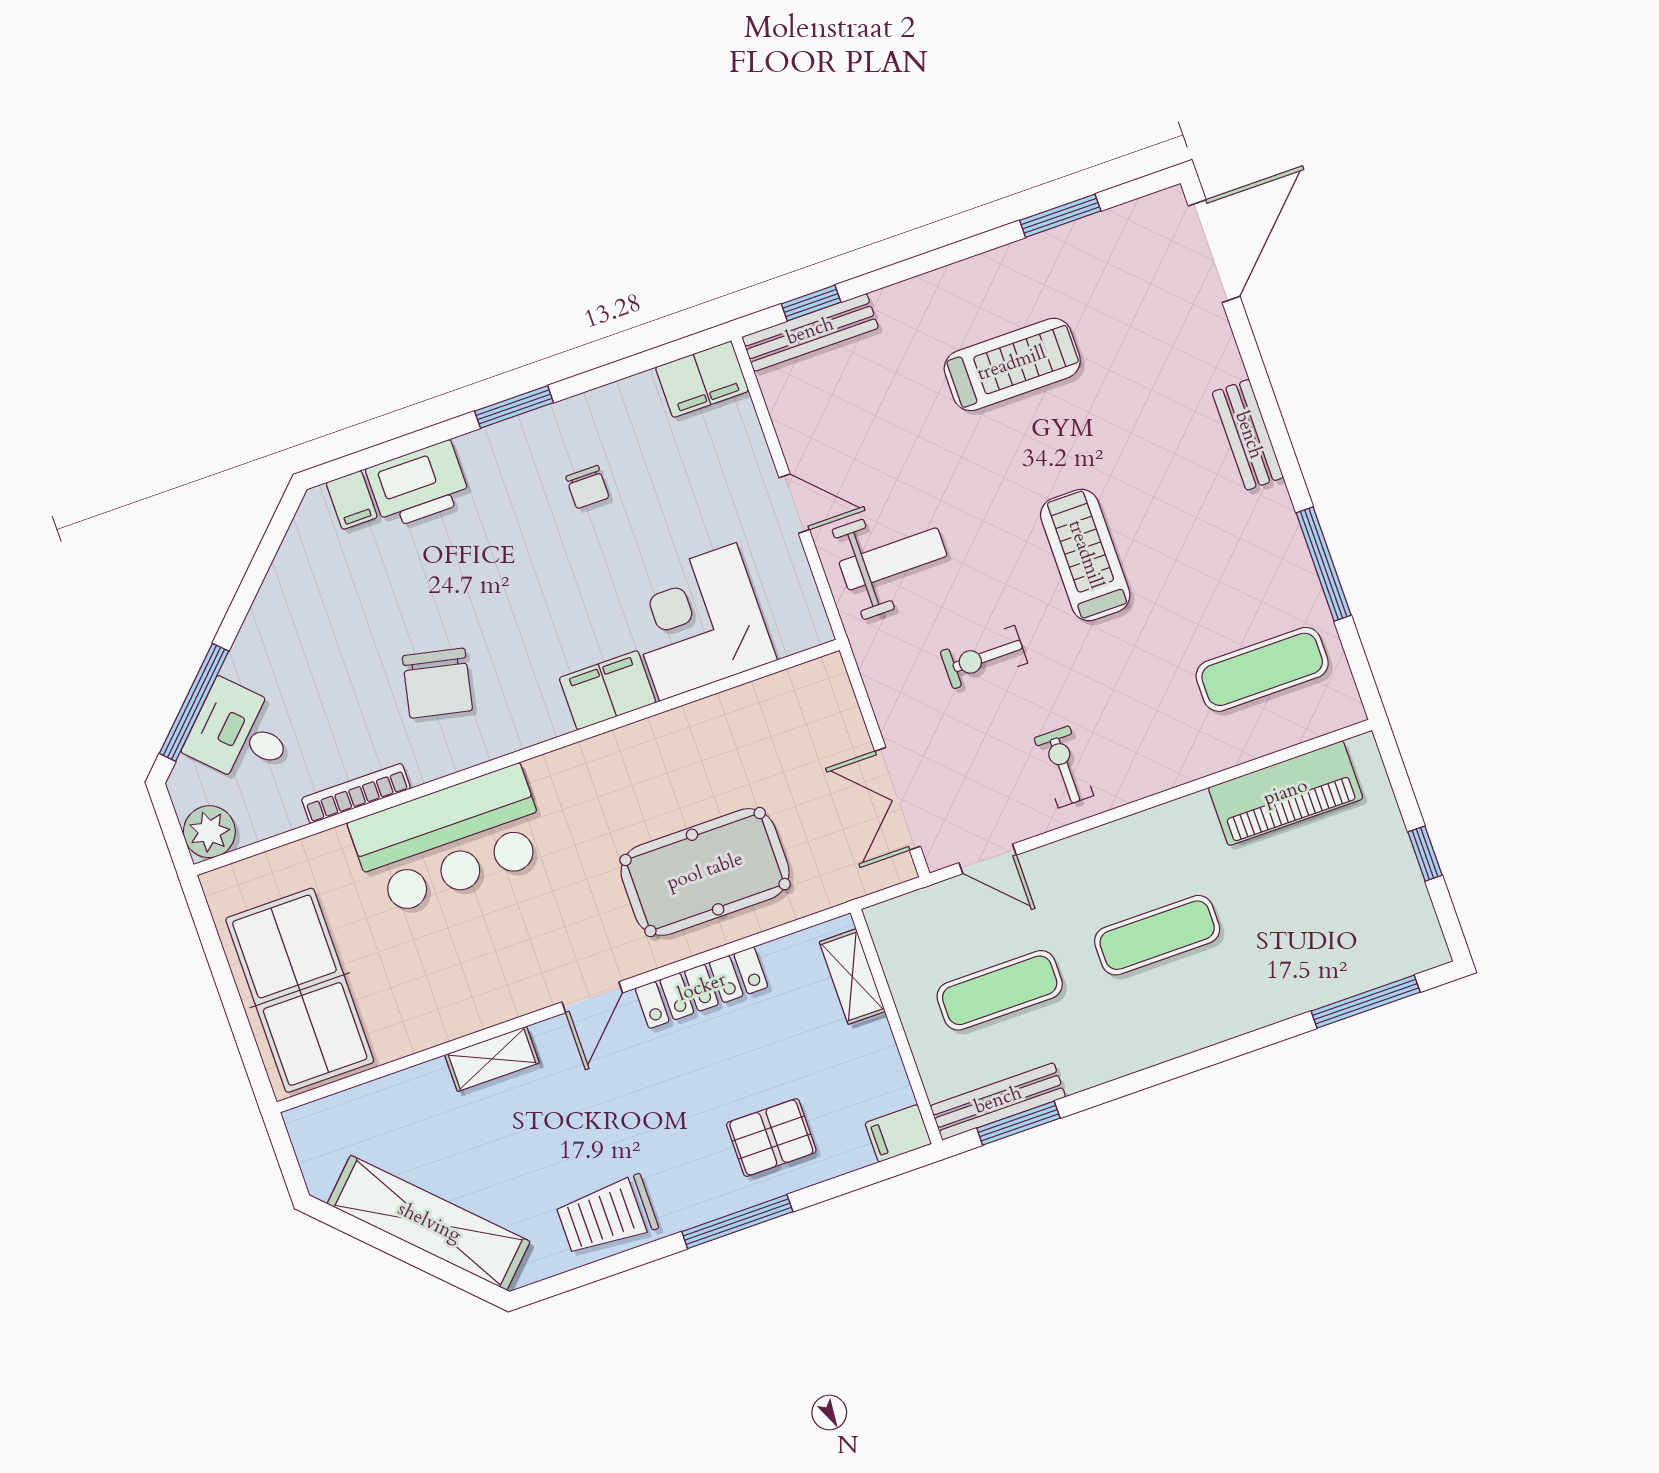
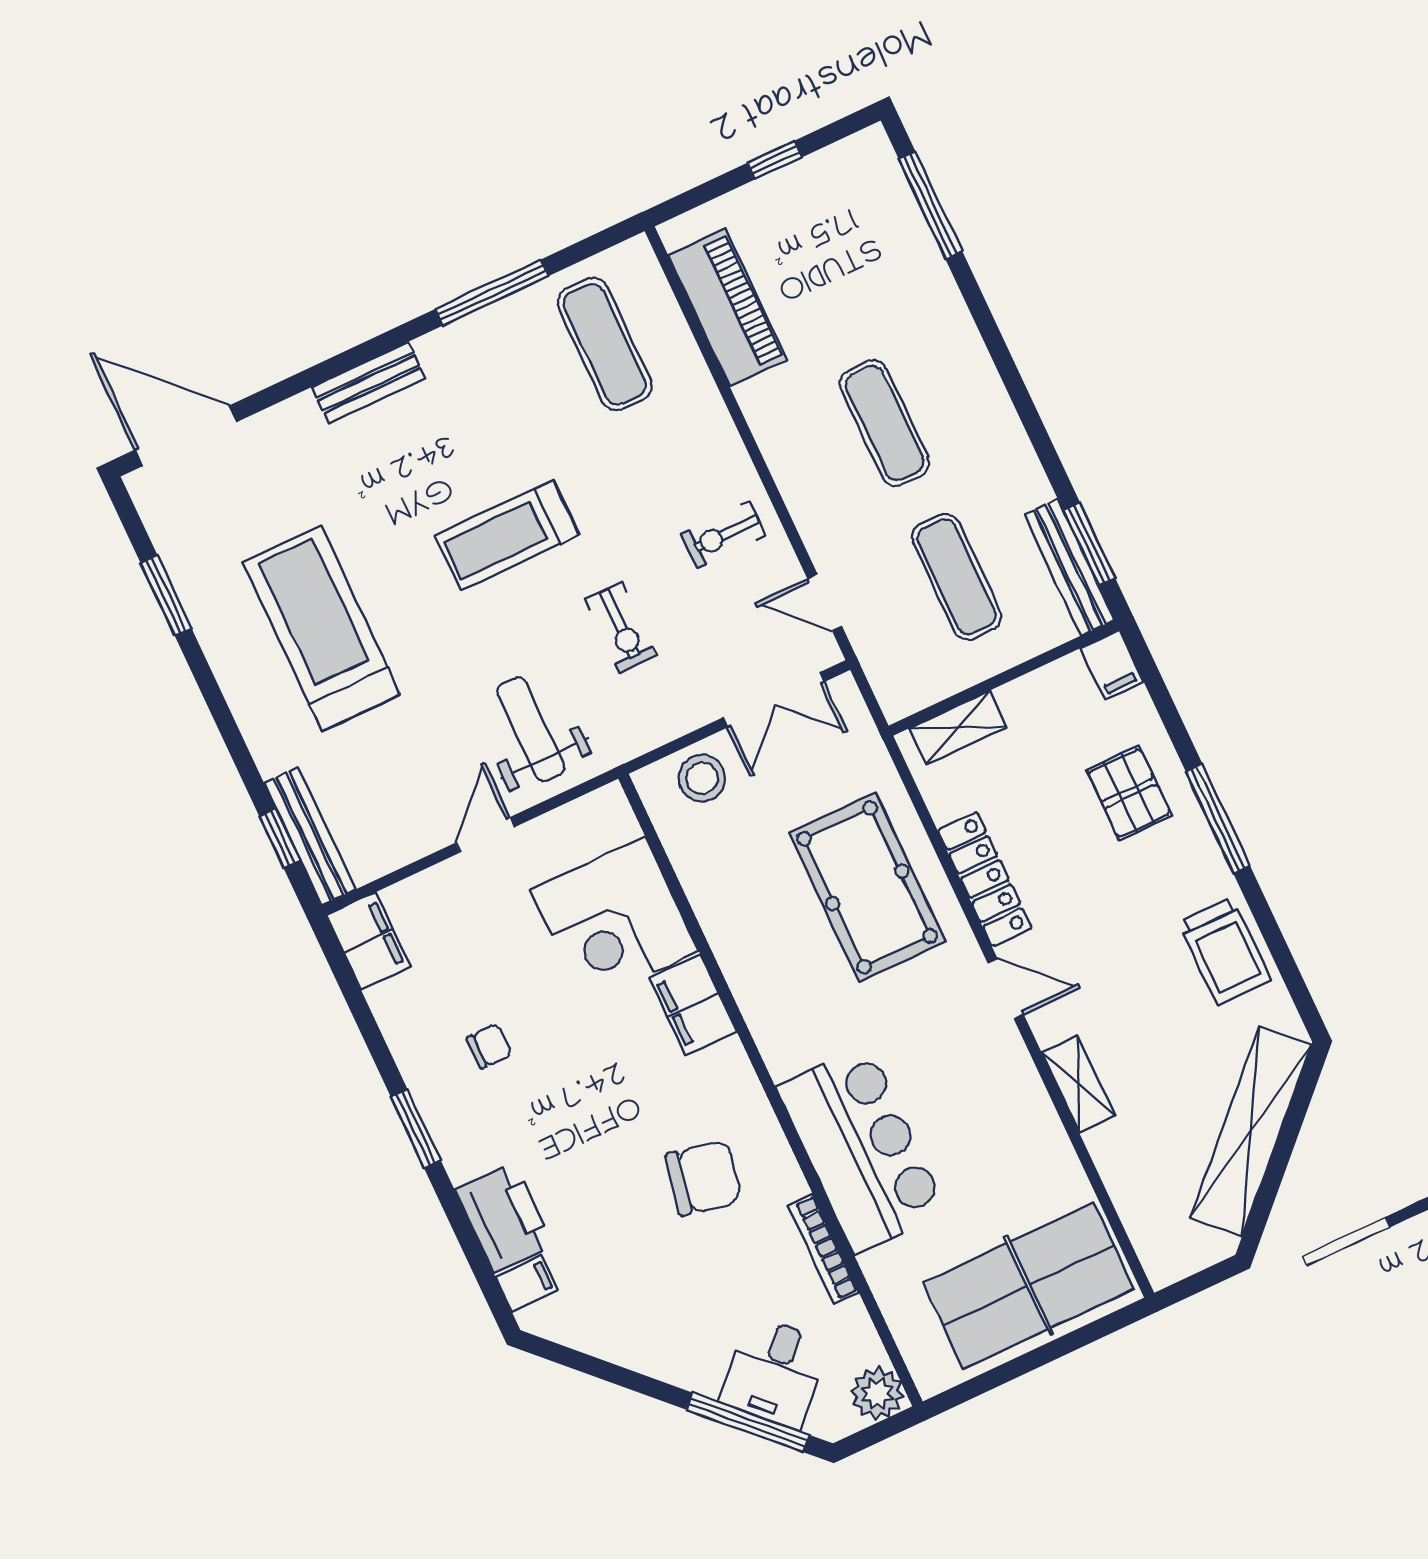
treadmill: (1012, 364) -> (322, 629), width x1.37, depth x1.38
stool: (828, 721) -> (702, 778), added
door: (988, 859) -> (825, 603), swing flipped

